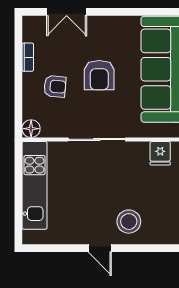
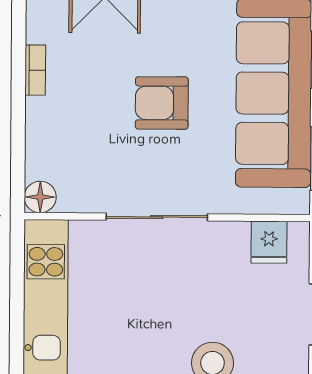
armchair: (99, 75) -> (162, 103), turned 90
armchair: (55, 86) -> (83, 122), removed

